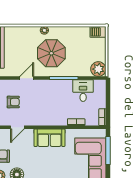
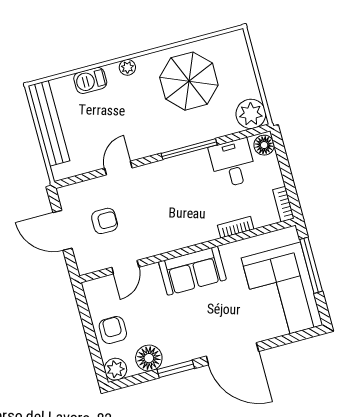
barbecue: (98, 32) -> (90, 80), moved
parasol: (51, 53) -> (189, 81), moved
floor lamp: (101, 86) -> (264, 145), added

